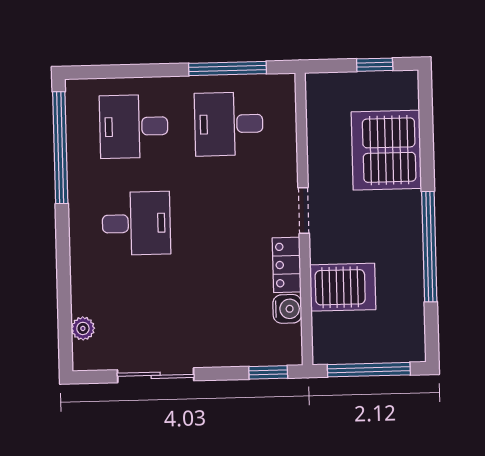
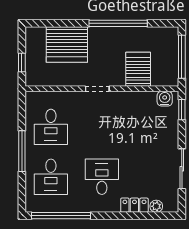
window: (375, 65) -> (22, 63), moved
window: (227, 69) -> (22, 151), moved
locker: (287, 265) -> (134, 205), moved, turned 180
water cooler: (287, 309) -> (165, 99), moved

